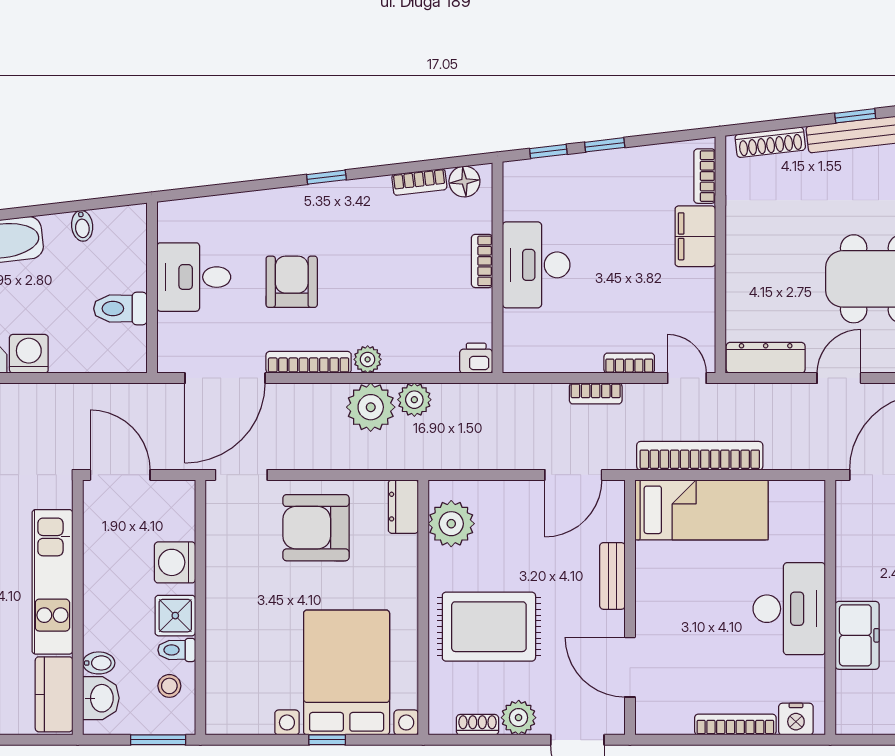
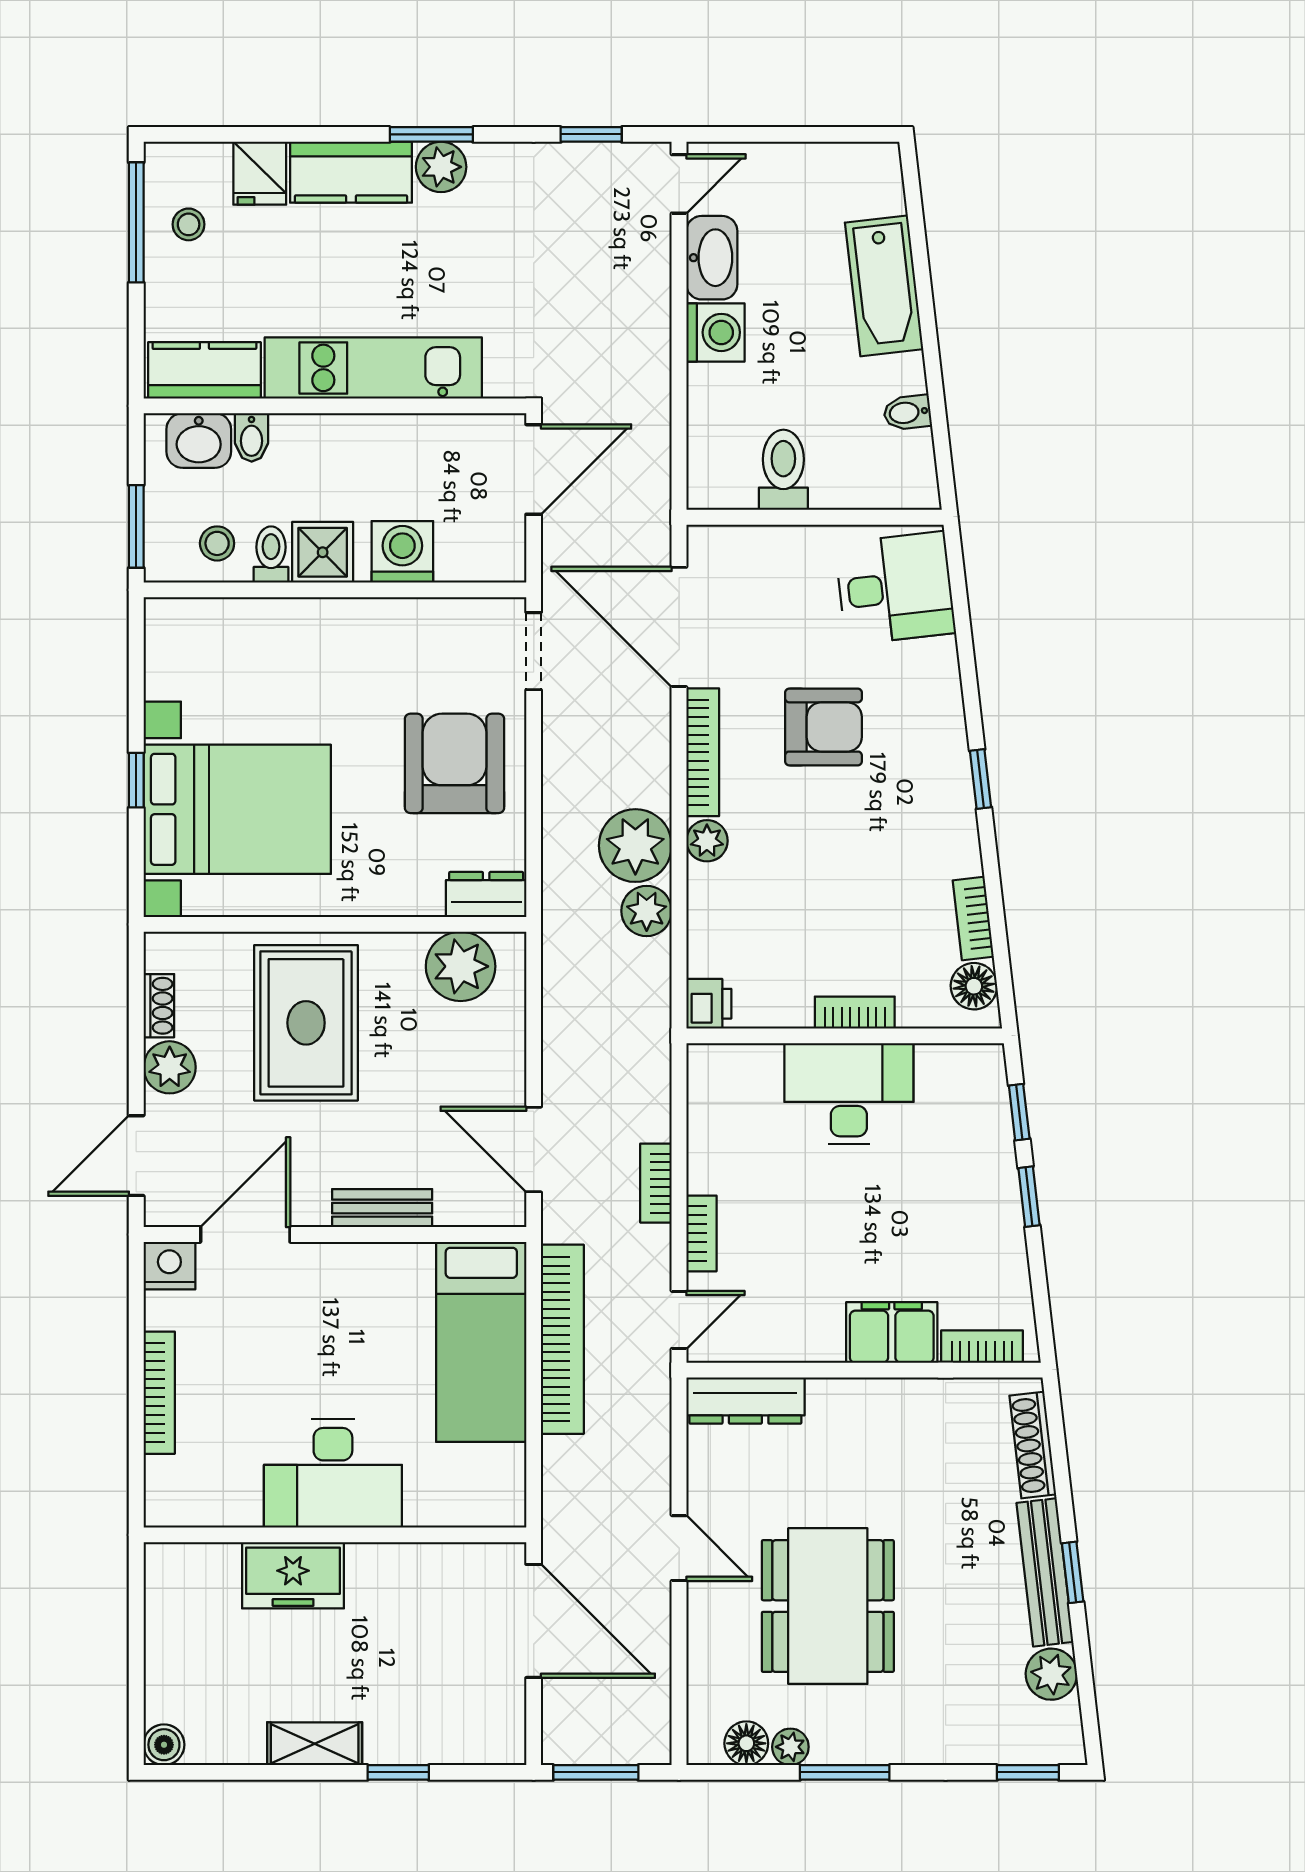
desk: (194, 277) -> (895, 588), moved, turned 83
dresser: (766, 358) -> (745, 1401), moved, turned 90
nightstand: (796, 719) -> (169, 1266), moved, turned 90

